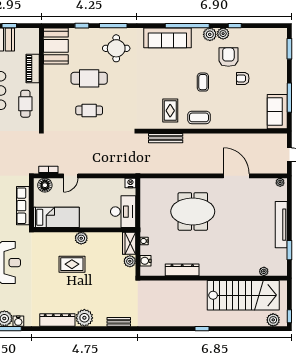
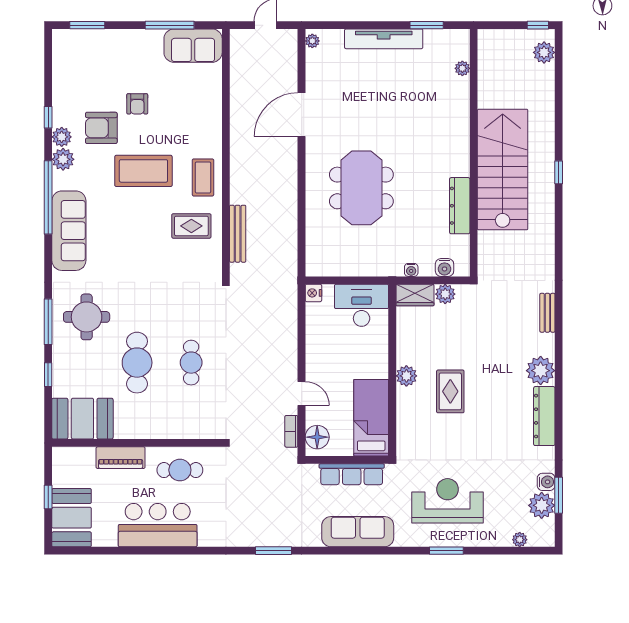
coffee table: (203, 82) -> (143, 171), width x1.86, depth x1.72
stairs: (243, 295) -> (503, 170), moved

